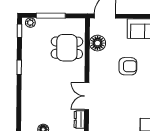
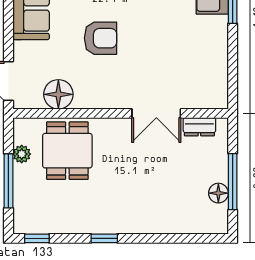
plant: (30, 23) -> (22, 154), moved
armchair: (128, 66) -> (101, 38), turned 90

